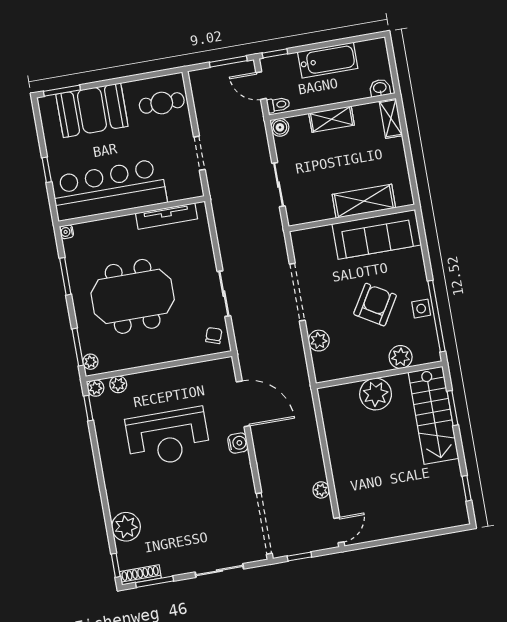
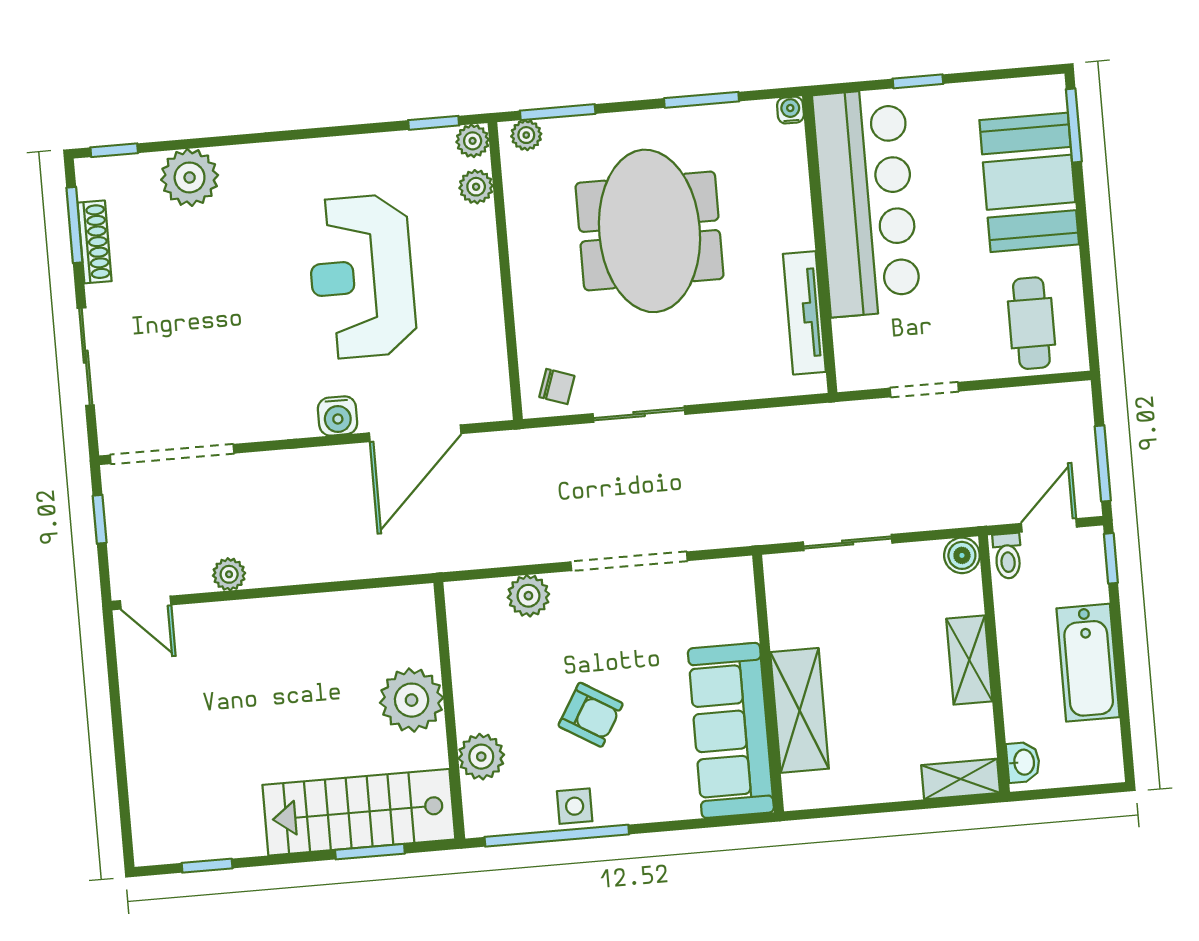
armchair: (375, 305) -> (591, 715), width x0.72, depth x0.72
shoe rack: (140, 575) -> (95, 242), moved

